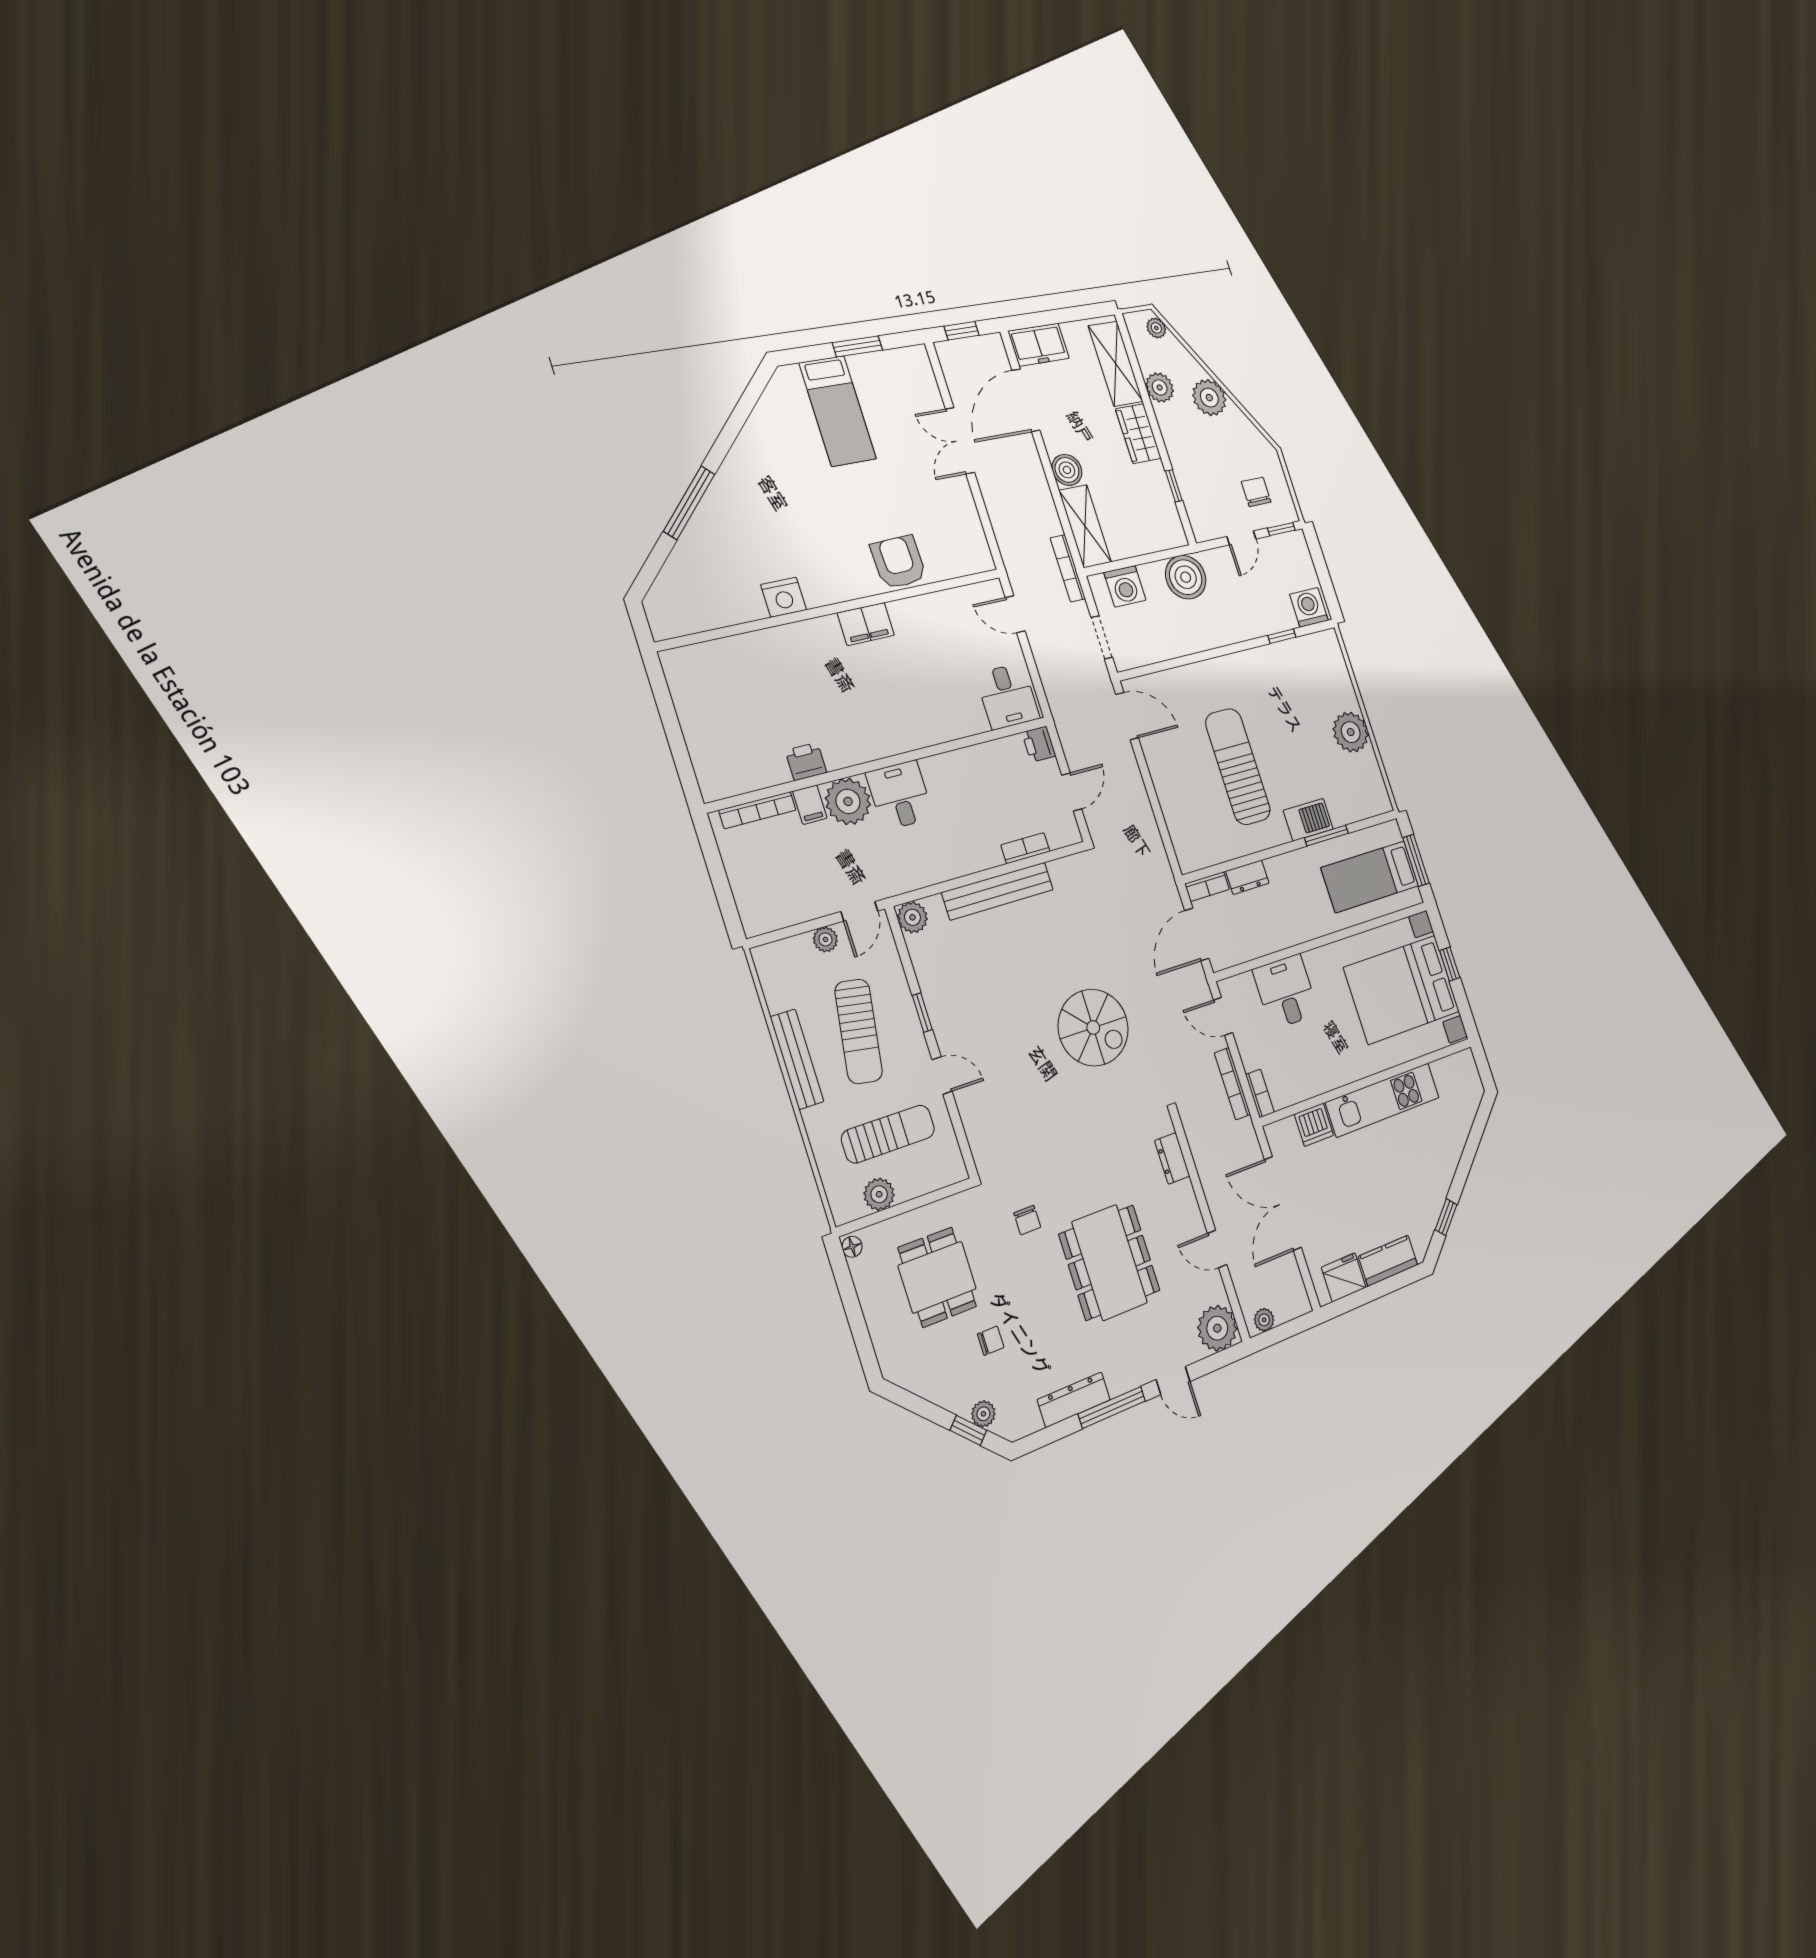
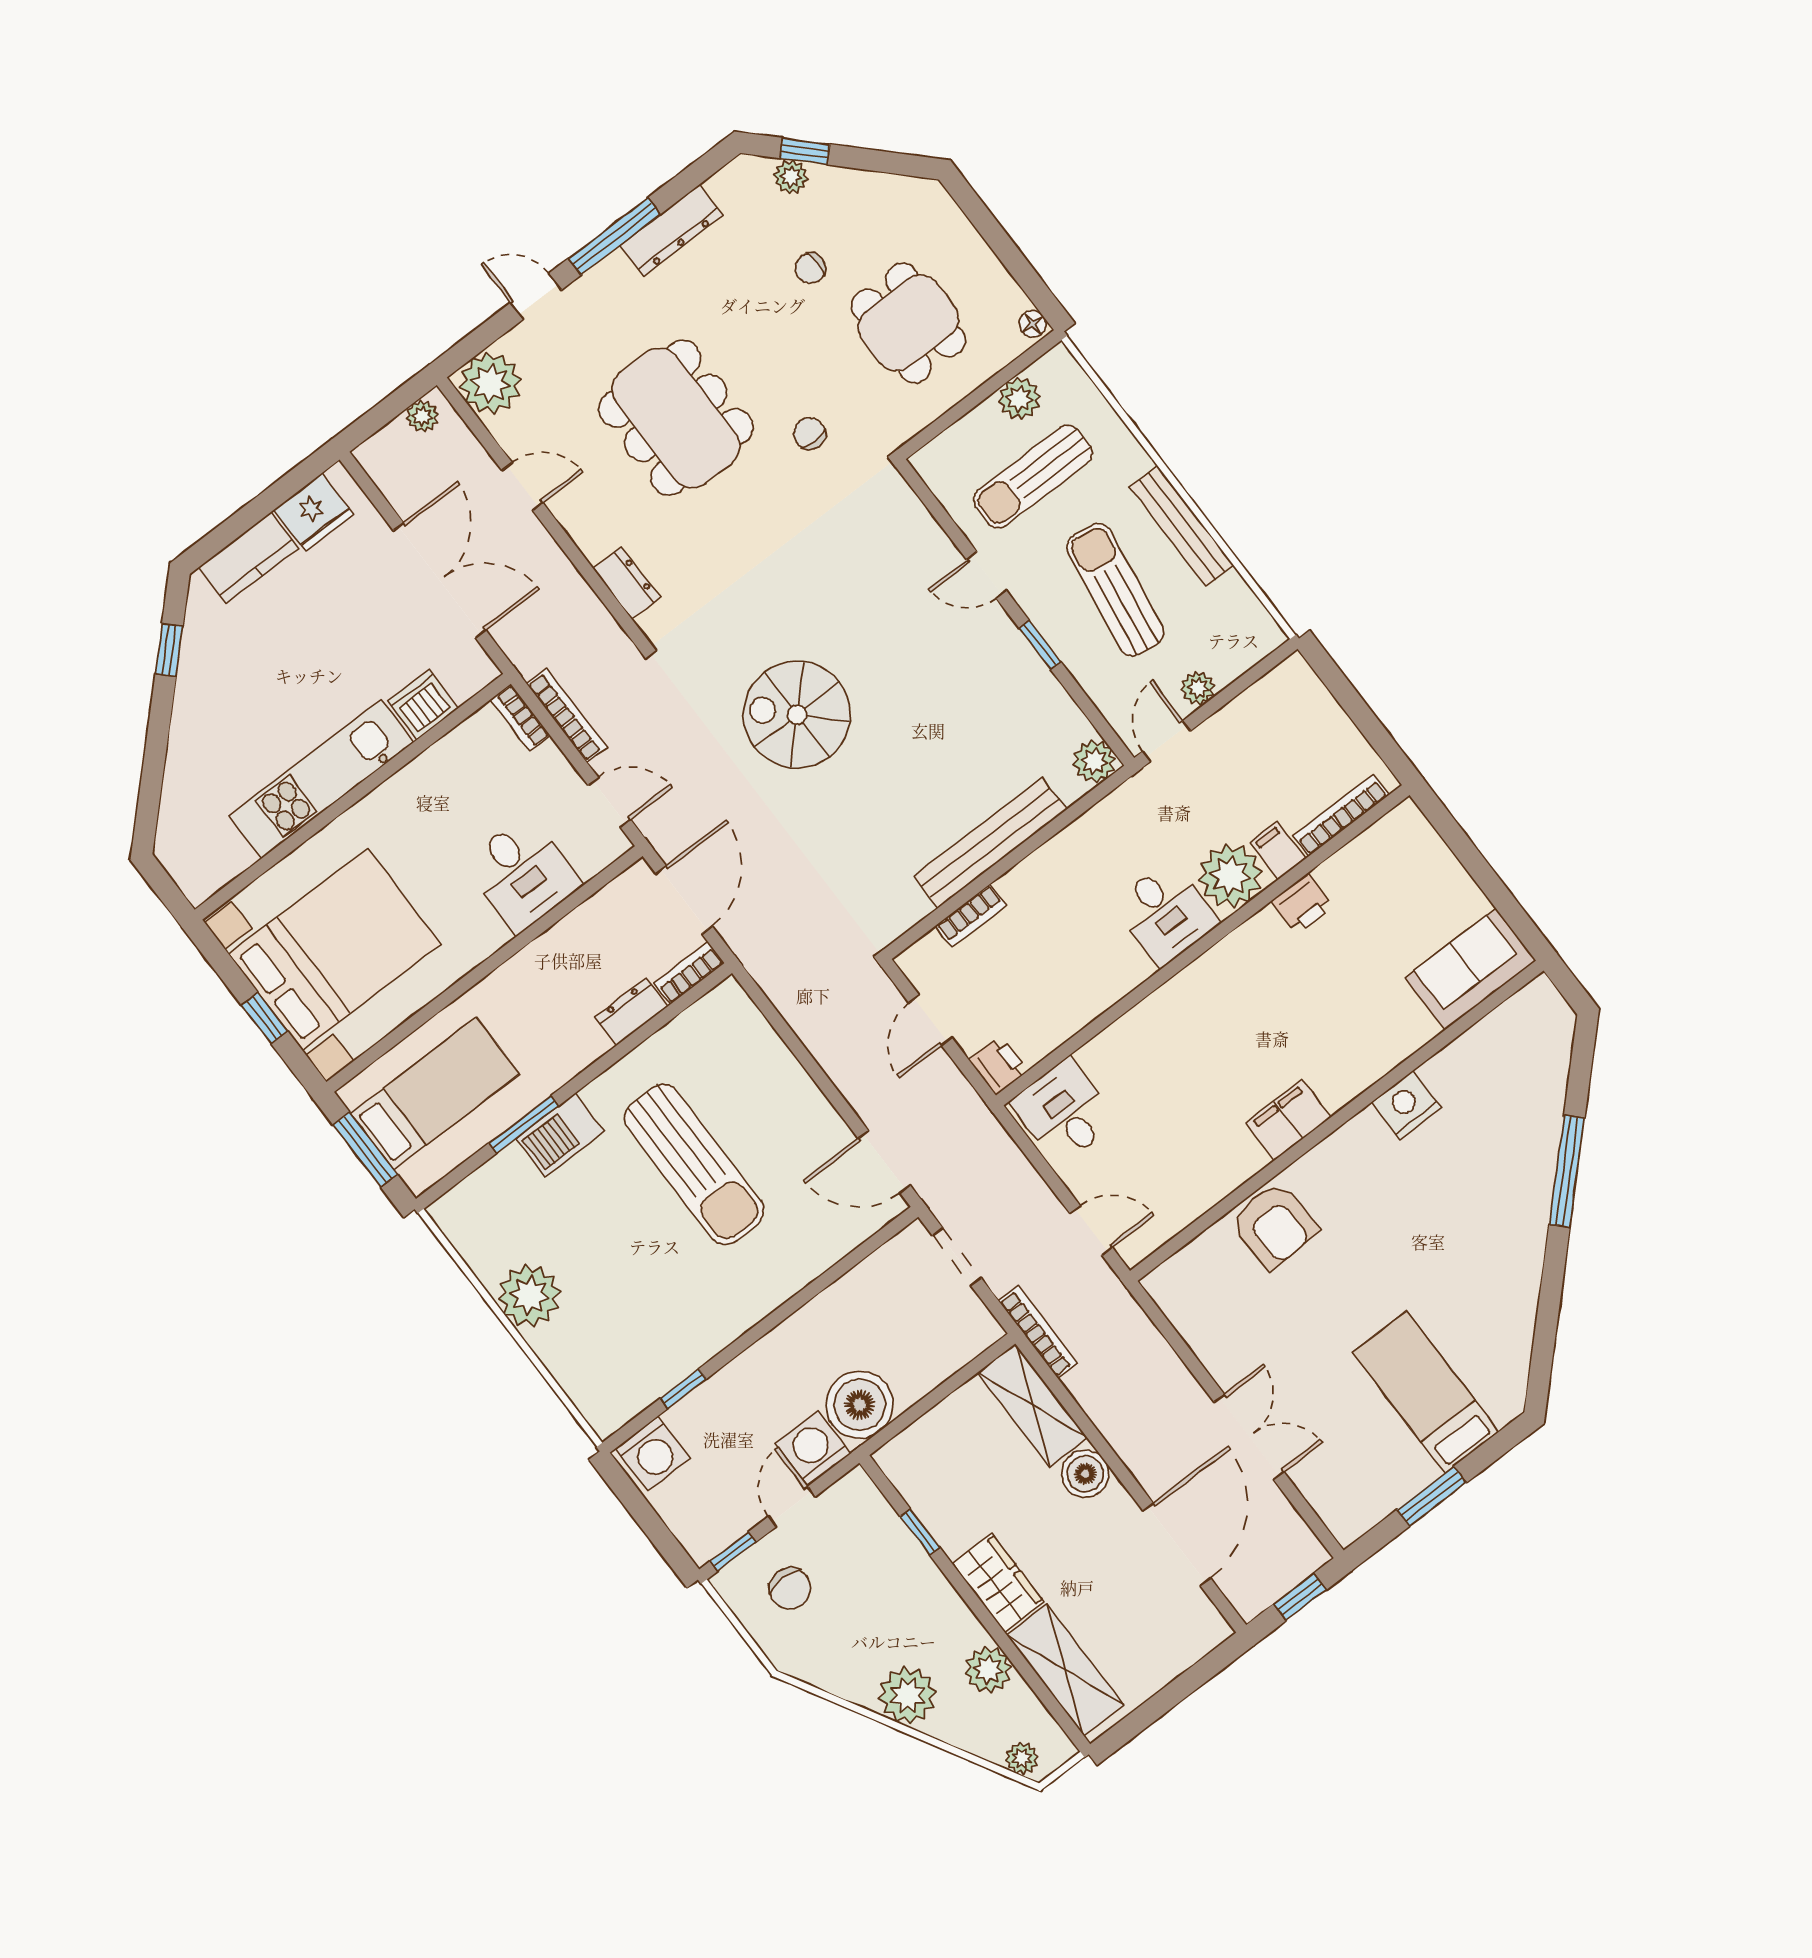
freezer: (1039, 345) -> (1186, 1636), removed
washing machine: (1125, 586) -> (813, 1449), moved
sofa: (705, 667) -> (1470, 969), added

